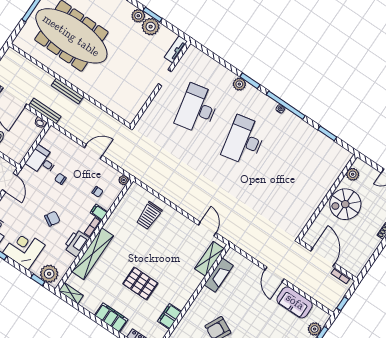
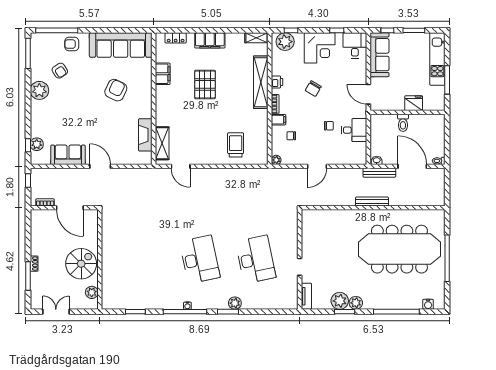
printer: (77, 243) -> (277, 82), width x0.53, depth x0.68
pallet: (140, 283) -> (205, 84), turned 90

